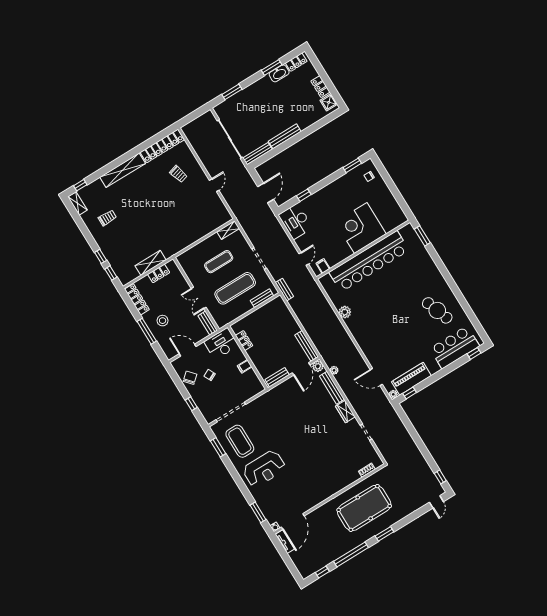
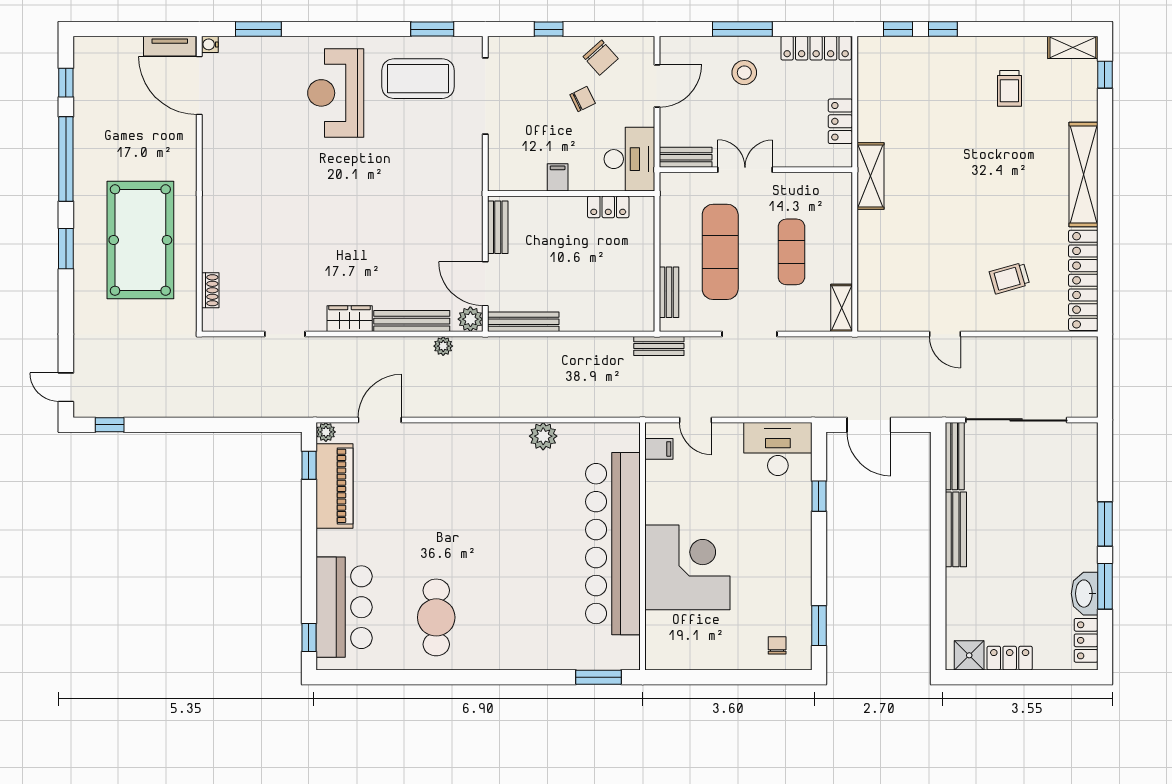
window: (232, 92) -> (1105, 524), moved
shelving: (151, 263) -> (870, 176), moved
cafe table: (437, 310) -> (436, 617), turned -70

